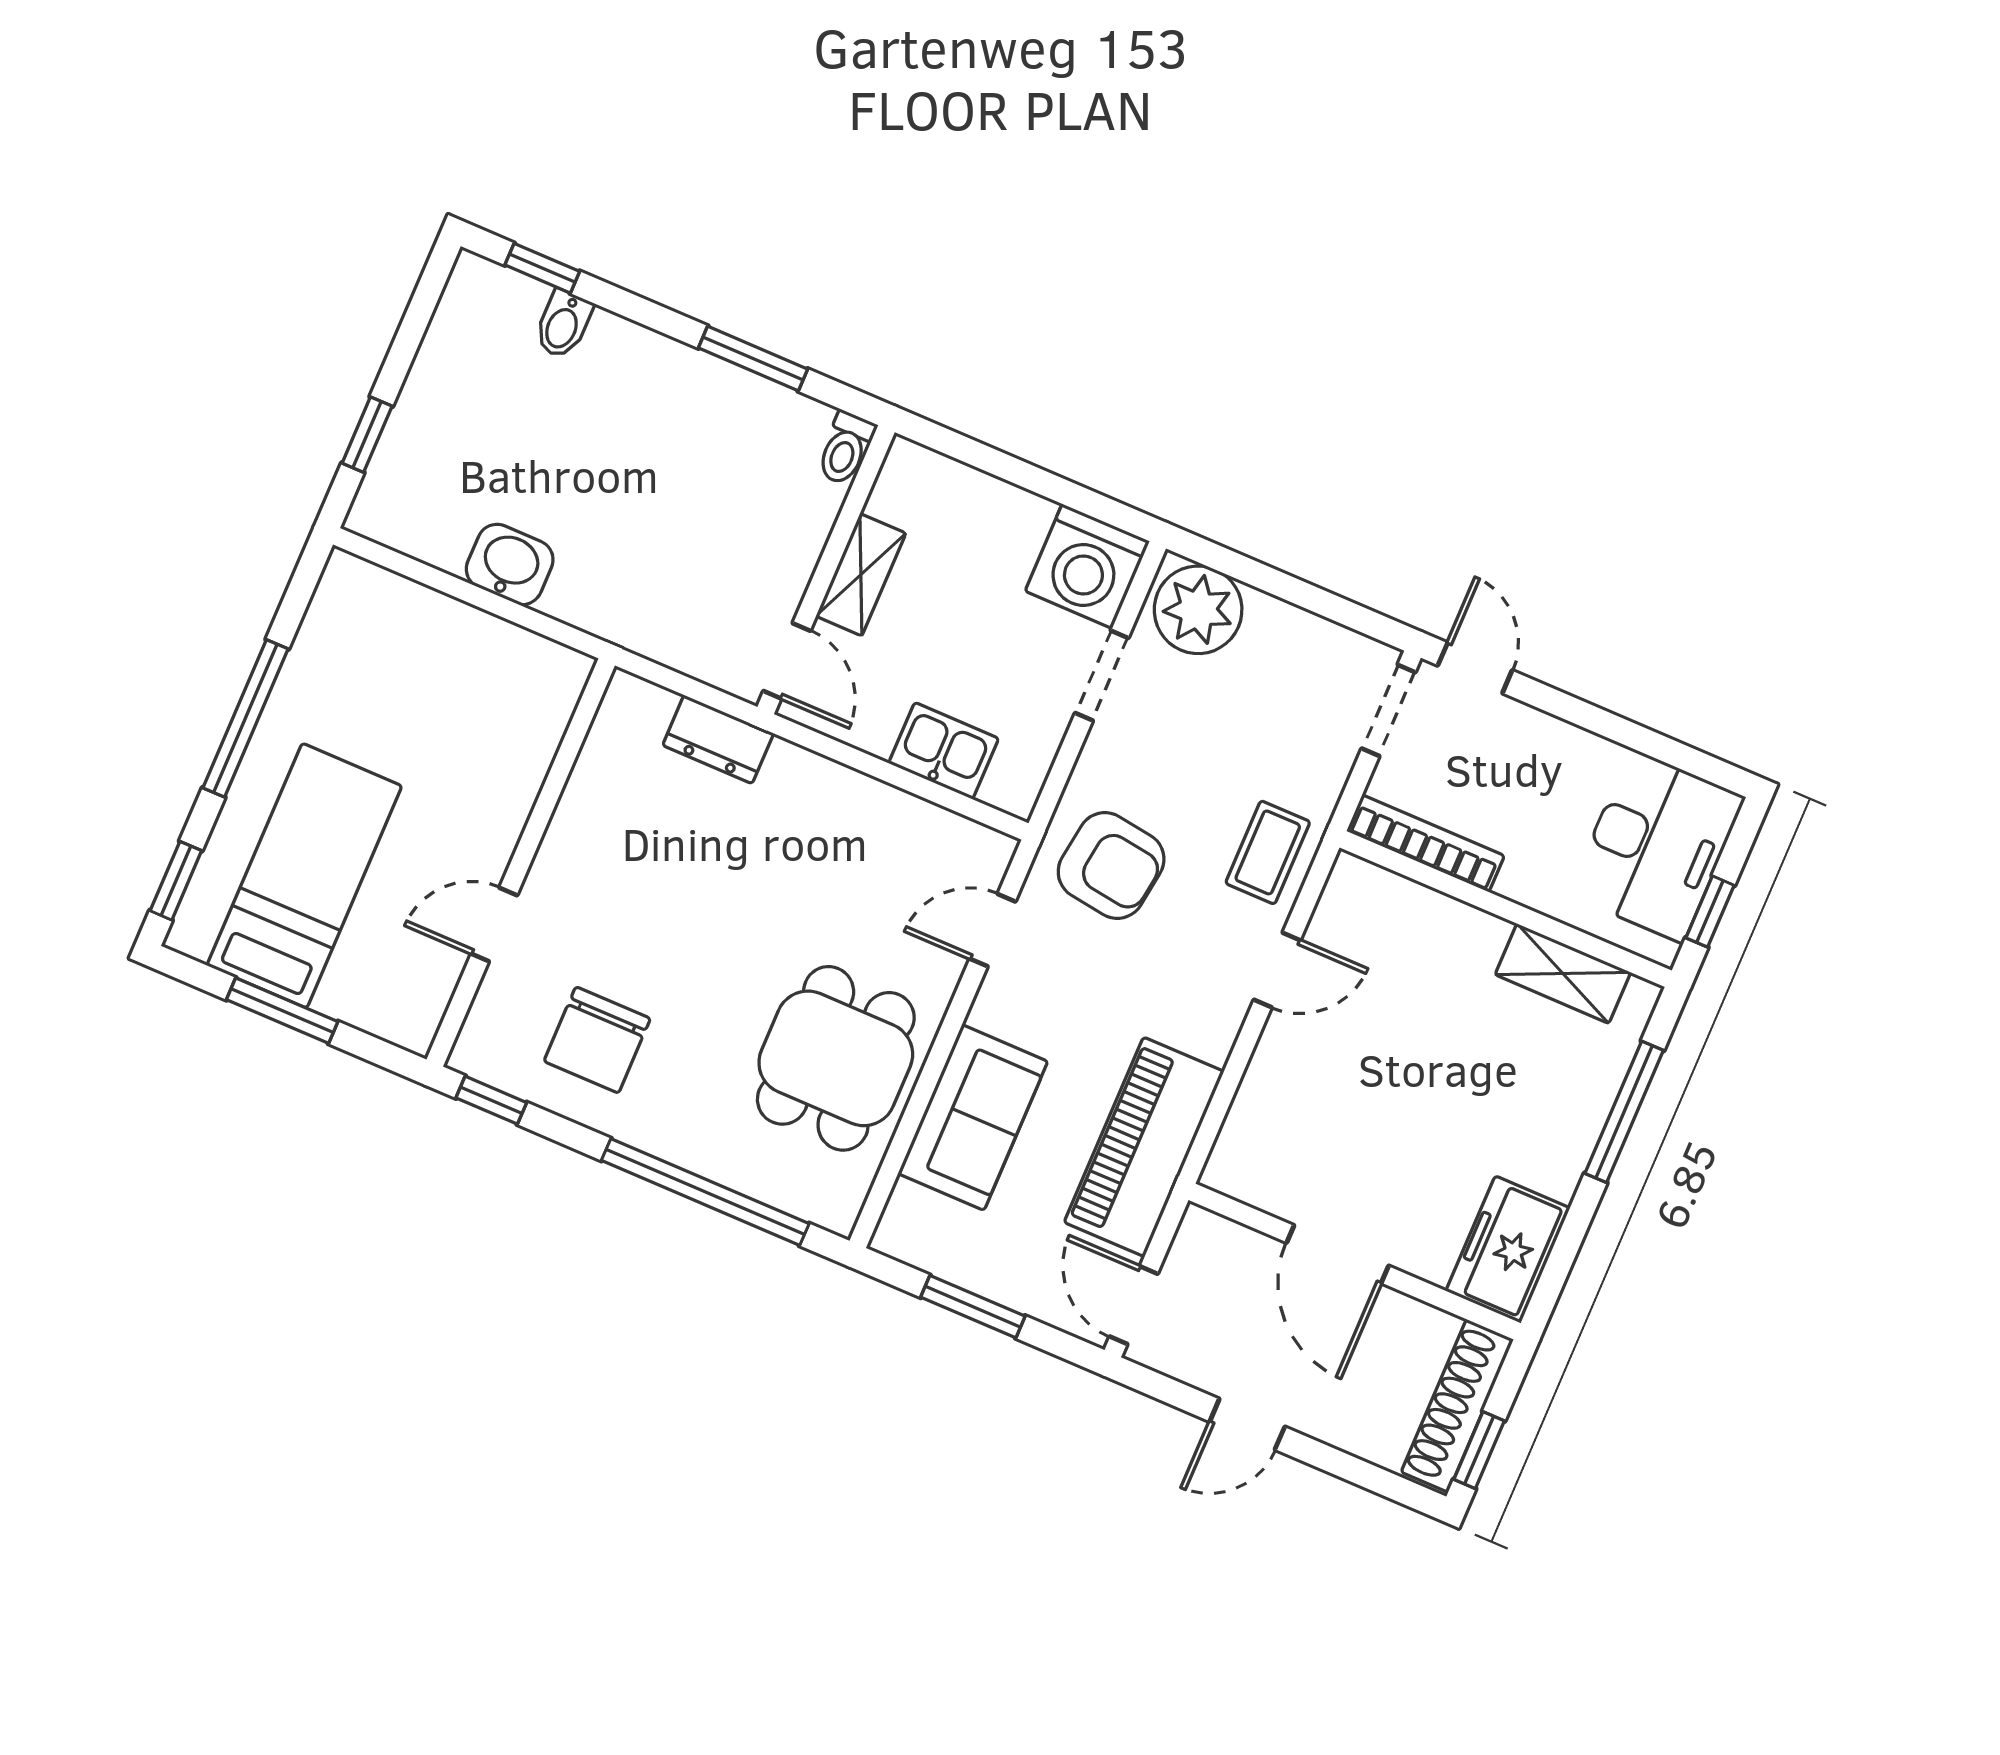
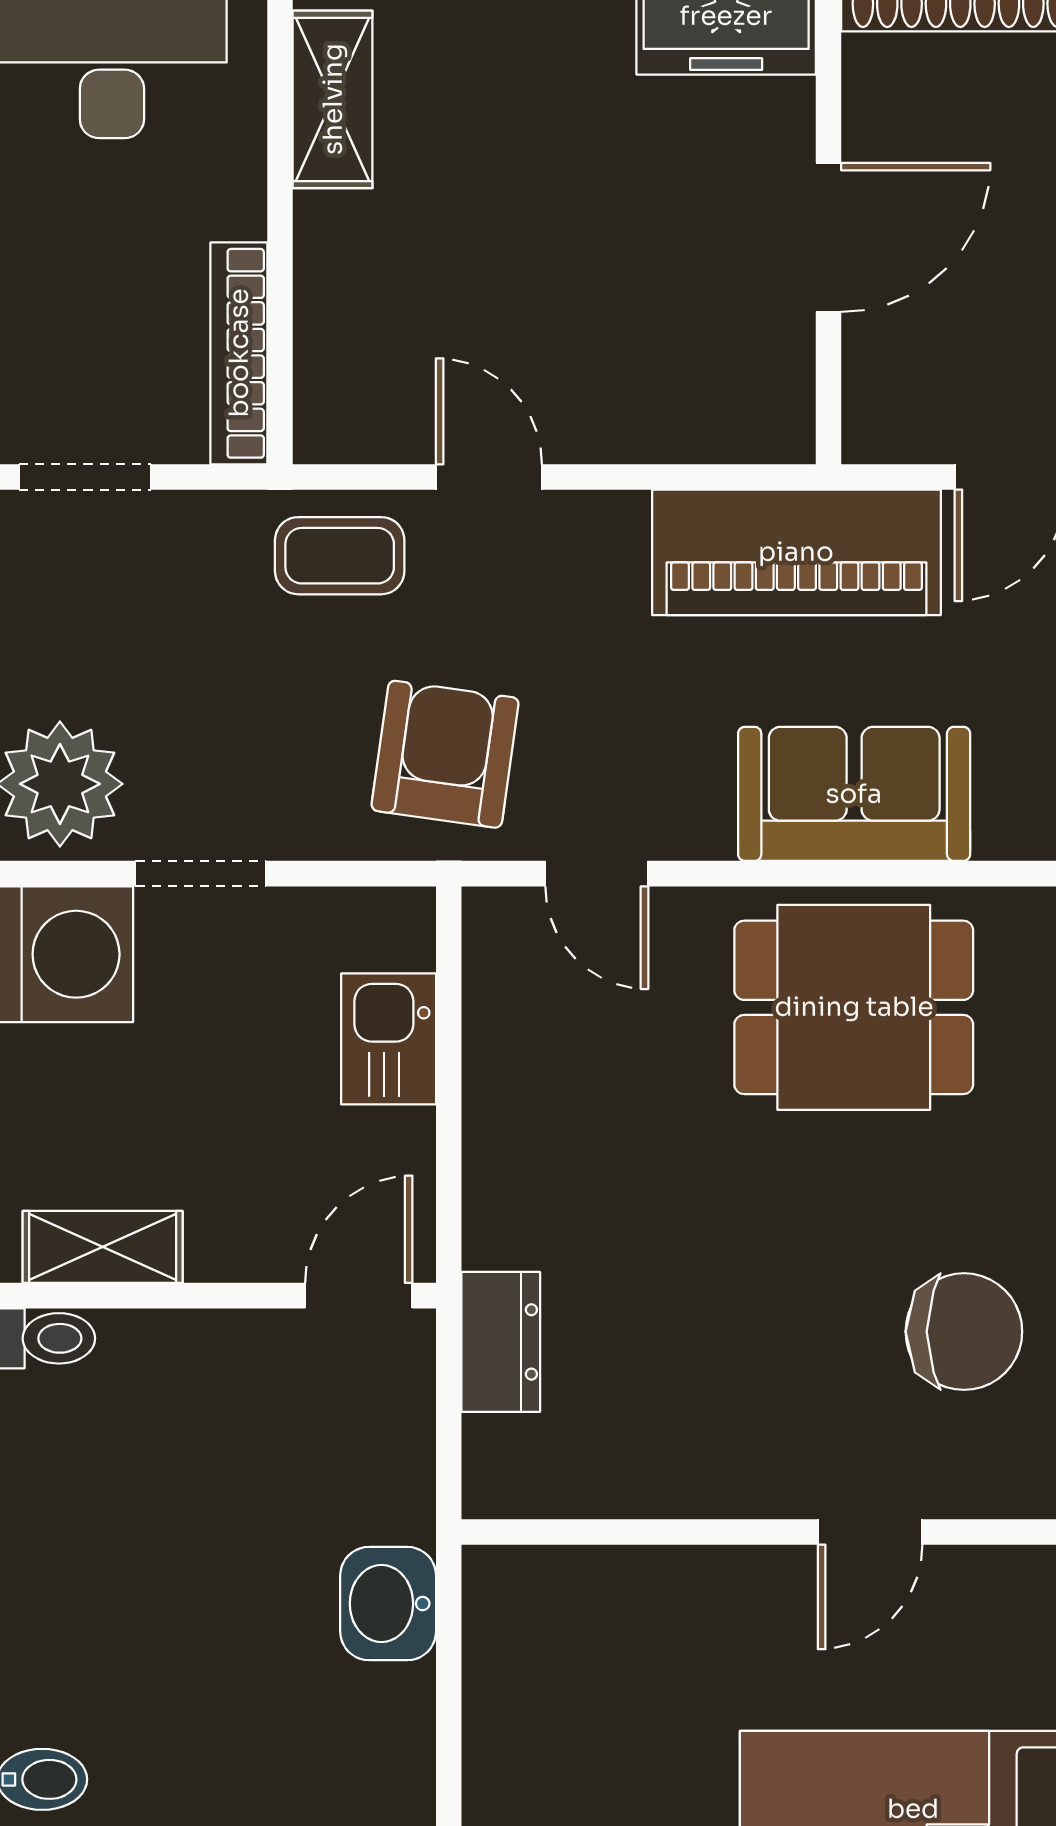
washbasin: (510, 564) -> (388, 1604), moved
shelving: (861, 575) -> (103, 1247), moved
door: (494, 924) -> (870, 1532), hinge flipped

